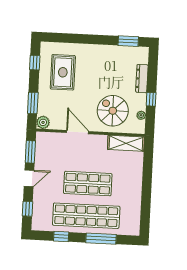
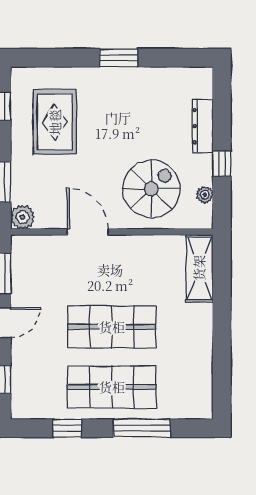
window: (128, 41) -> (119, 58), moved
spiral stairs: (113, 111) -> (151, 189), turned 90
shelving: (126, 143) -> (199, 268), moved, turned 90
shop shelf: (86, 216) -> (112, 387), width x0.71

